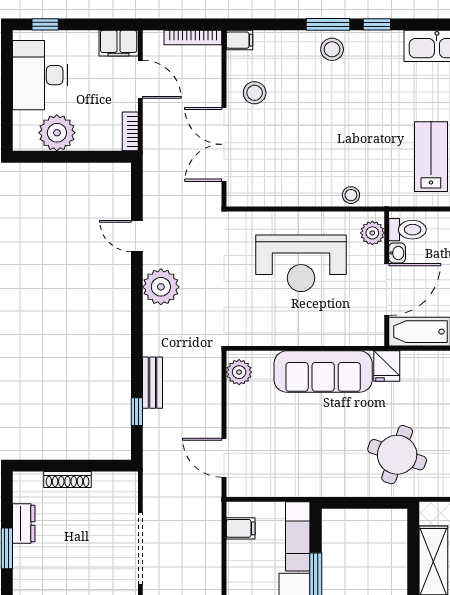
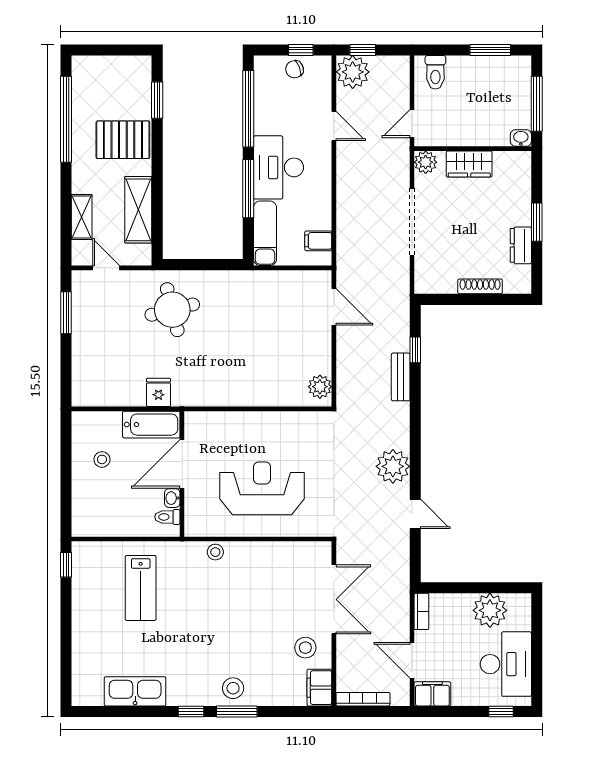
filing cabinet: (240, 40) -> (319, 688), width x2.00
toilet: (407, 230) -> (167, 517), width x0.73, depth x0.72
plant: (372, 233) -> (195, 517), removed
fridge: (387, 366) -> (158, 392), moved
sofa: (323, 372) -> (241, 387), removed
round table: (397, 455) -> (172, 310), turned -33

